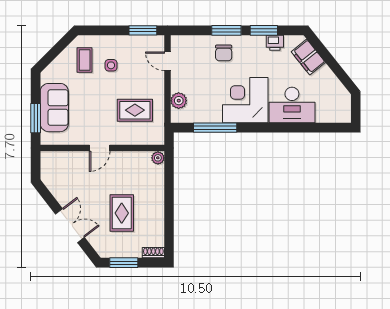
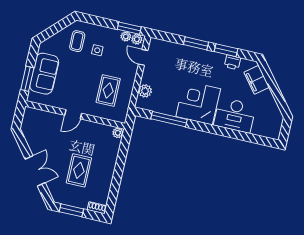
plant: (141, 41) -> (126, 36), added
plant: (155, 41) -> (137, 39), added
chair: (224, 53) -> (190, 61), removed
rug: (135, 110) -> (108, 91), turned 90

